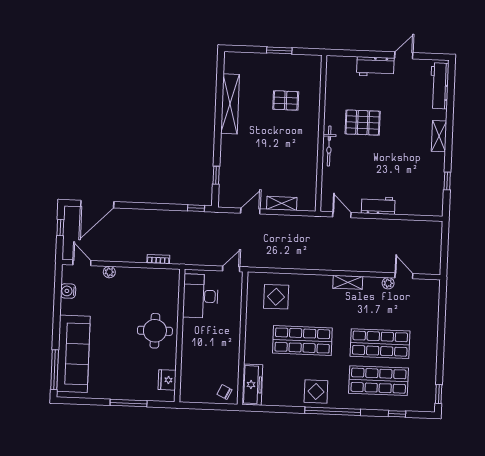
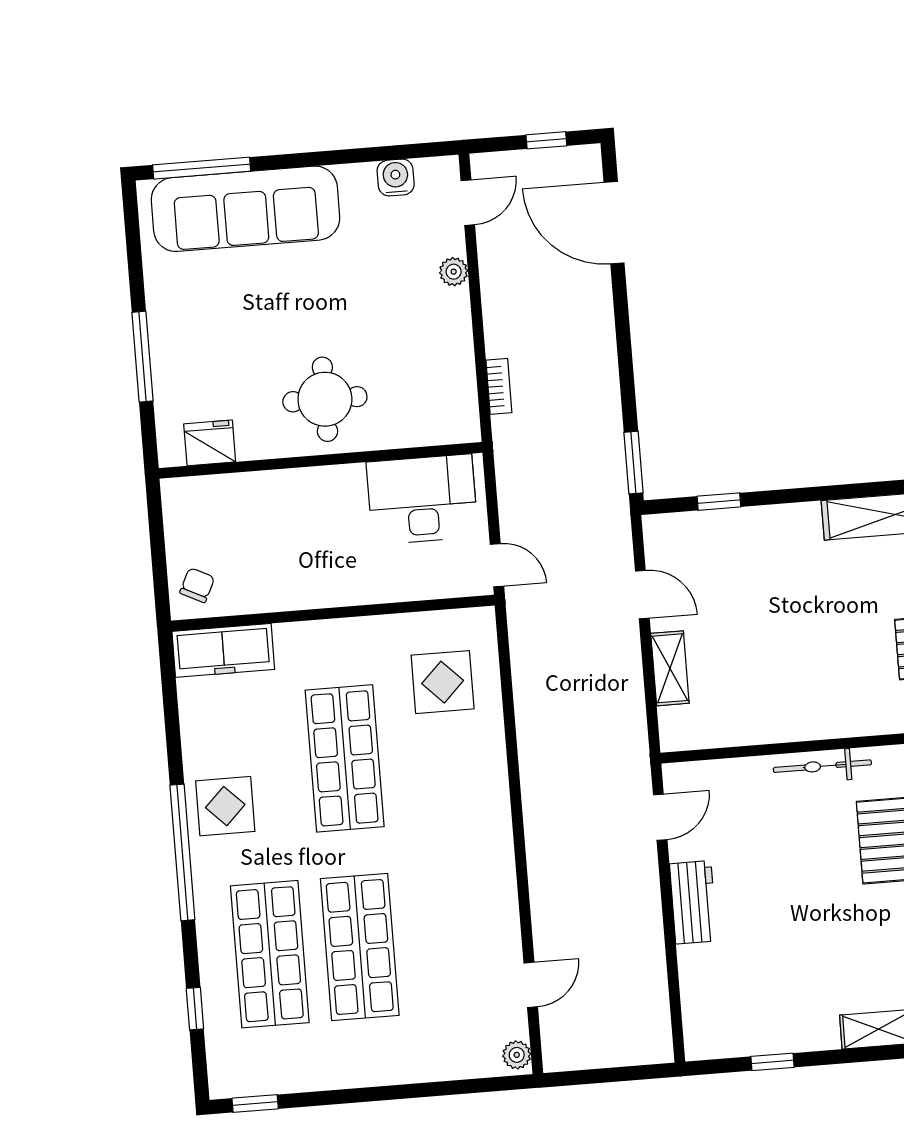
window: (196, 208) -> (633, 463), width x1.50
shelving: (348, 282) -> (498, 851), removed
plant: (388, 283) -> (517, 1055), moved

